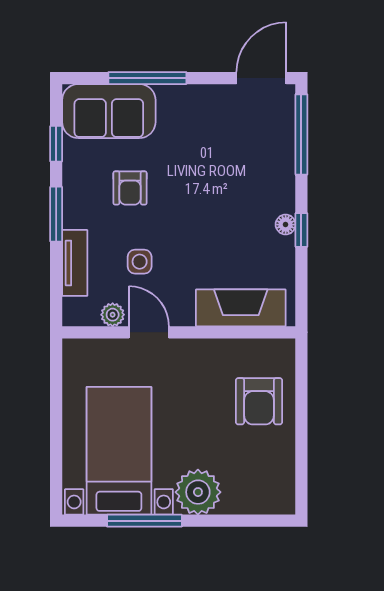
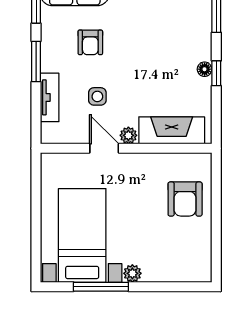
plant: (113, 315) -> (128, 135), moved
plant: (198, 492) -> (132, 273), width x0.53, depth x0.53

